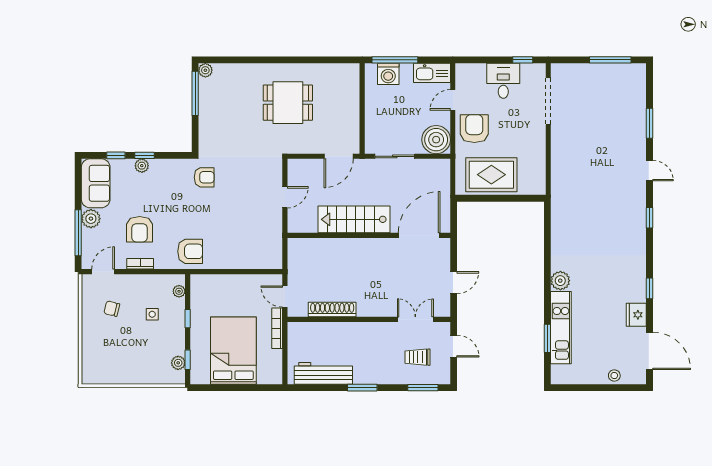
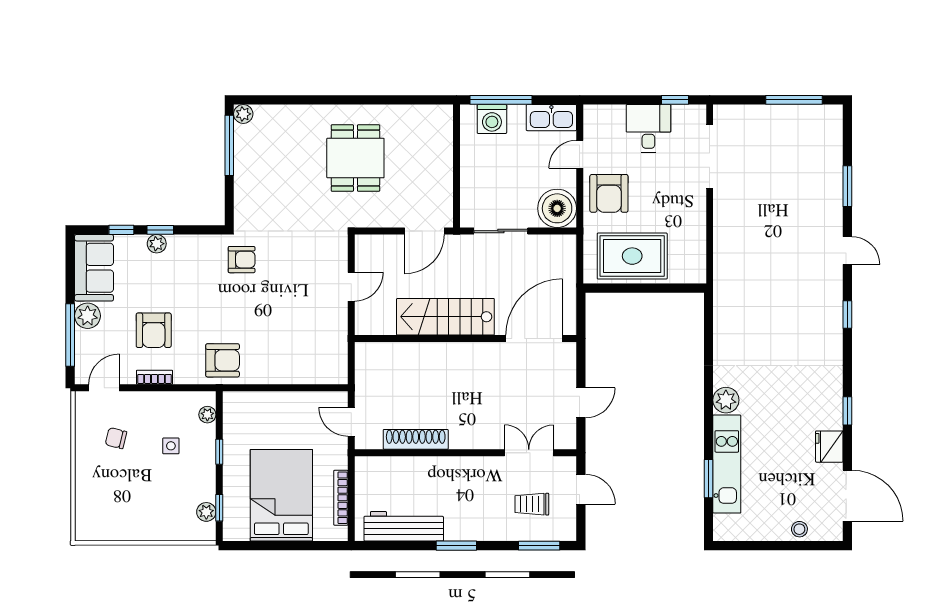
dining table: (288, 103) -> (355, 158), turned 90
armchair: (474, 129) -> (609, 193), turned 180
bookcase: (277, 328) -> (341, 498), moved

